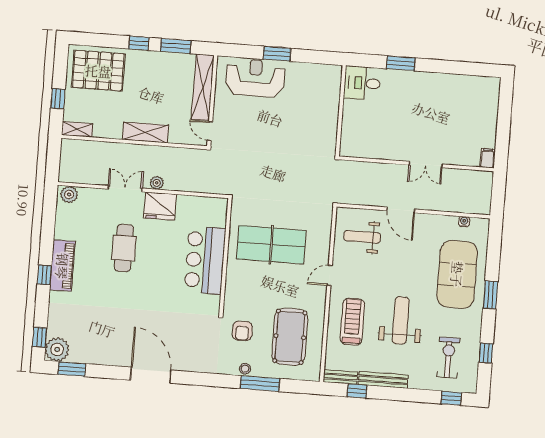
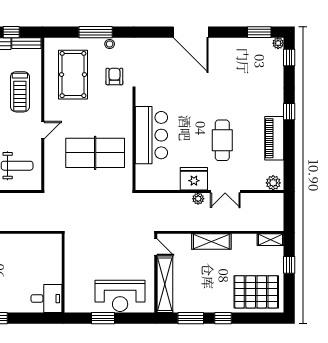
desk: (362, 83) -> (46, 299), moved
wall: (341, 111) -> (63, 273), moved
piano: (62, 266) -> (274, 138), moved
plant: (57, 349) -> (278, 43), width x0.53, depth x0.53

